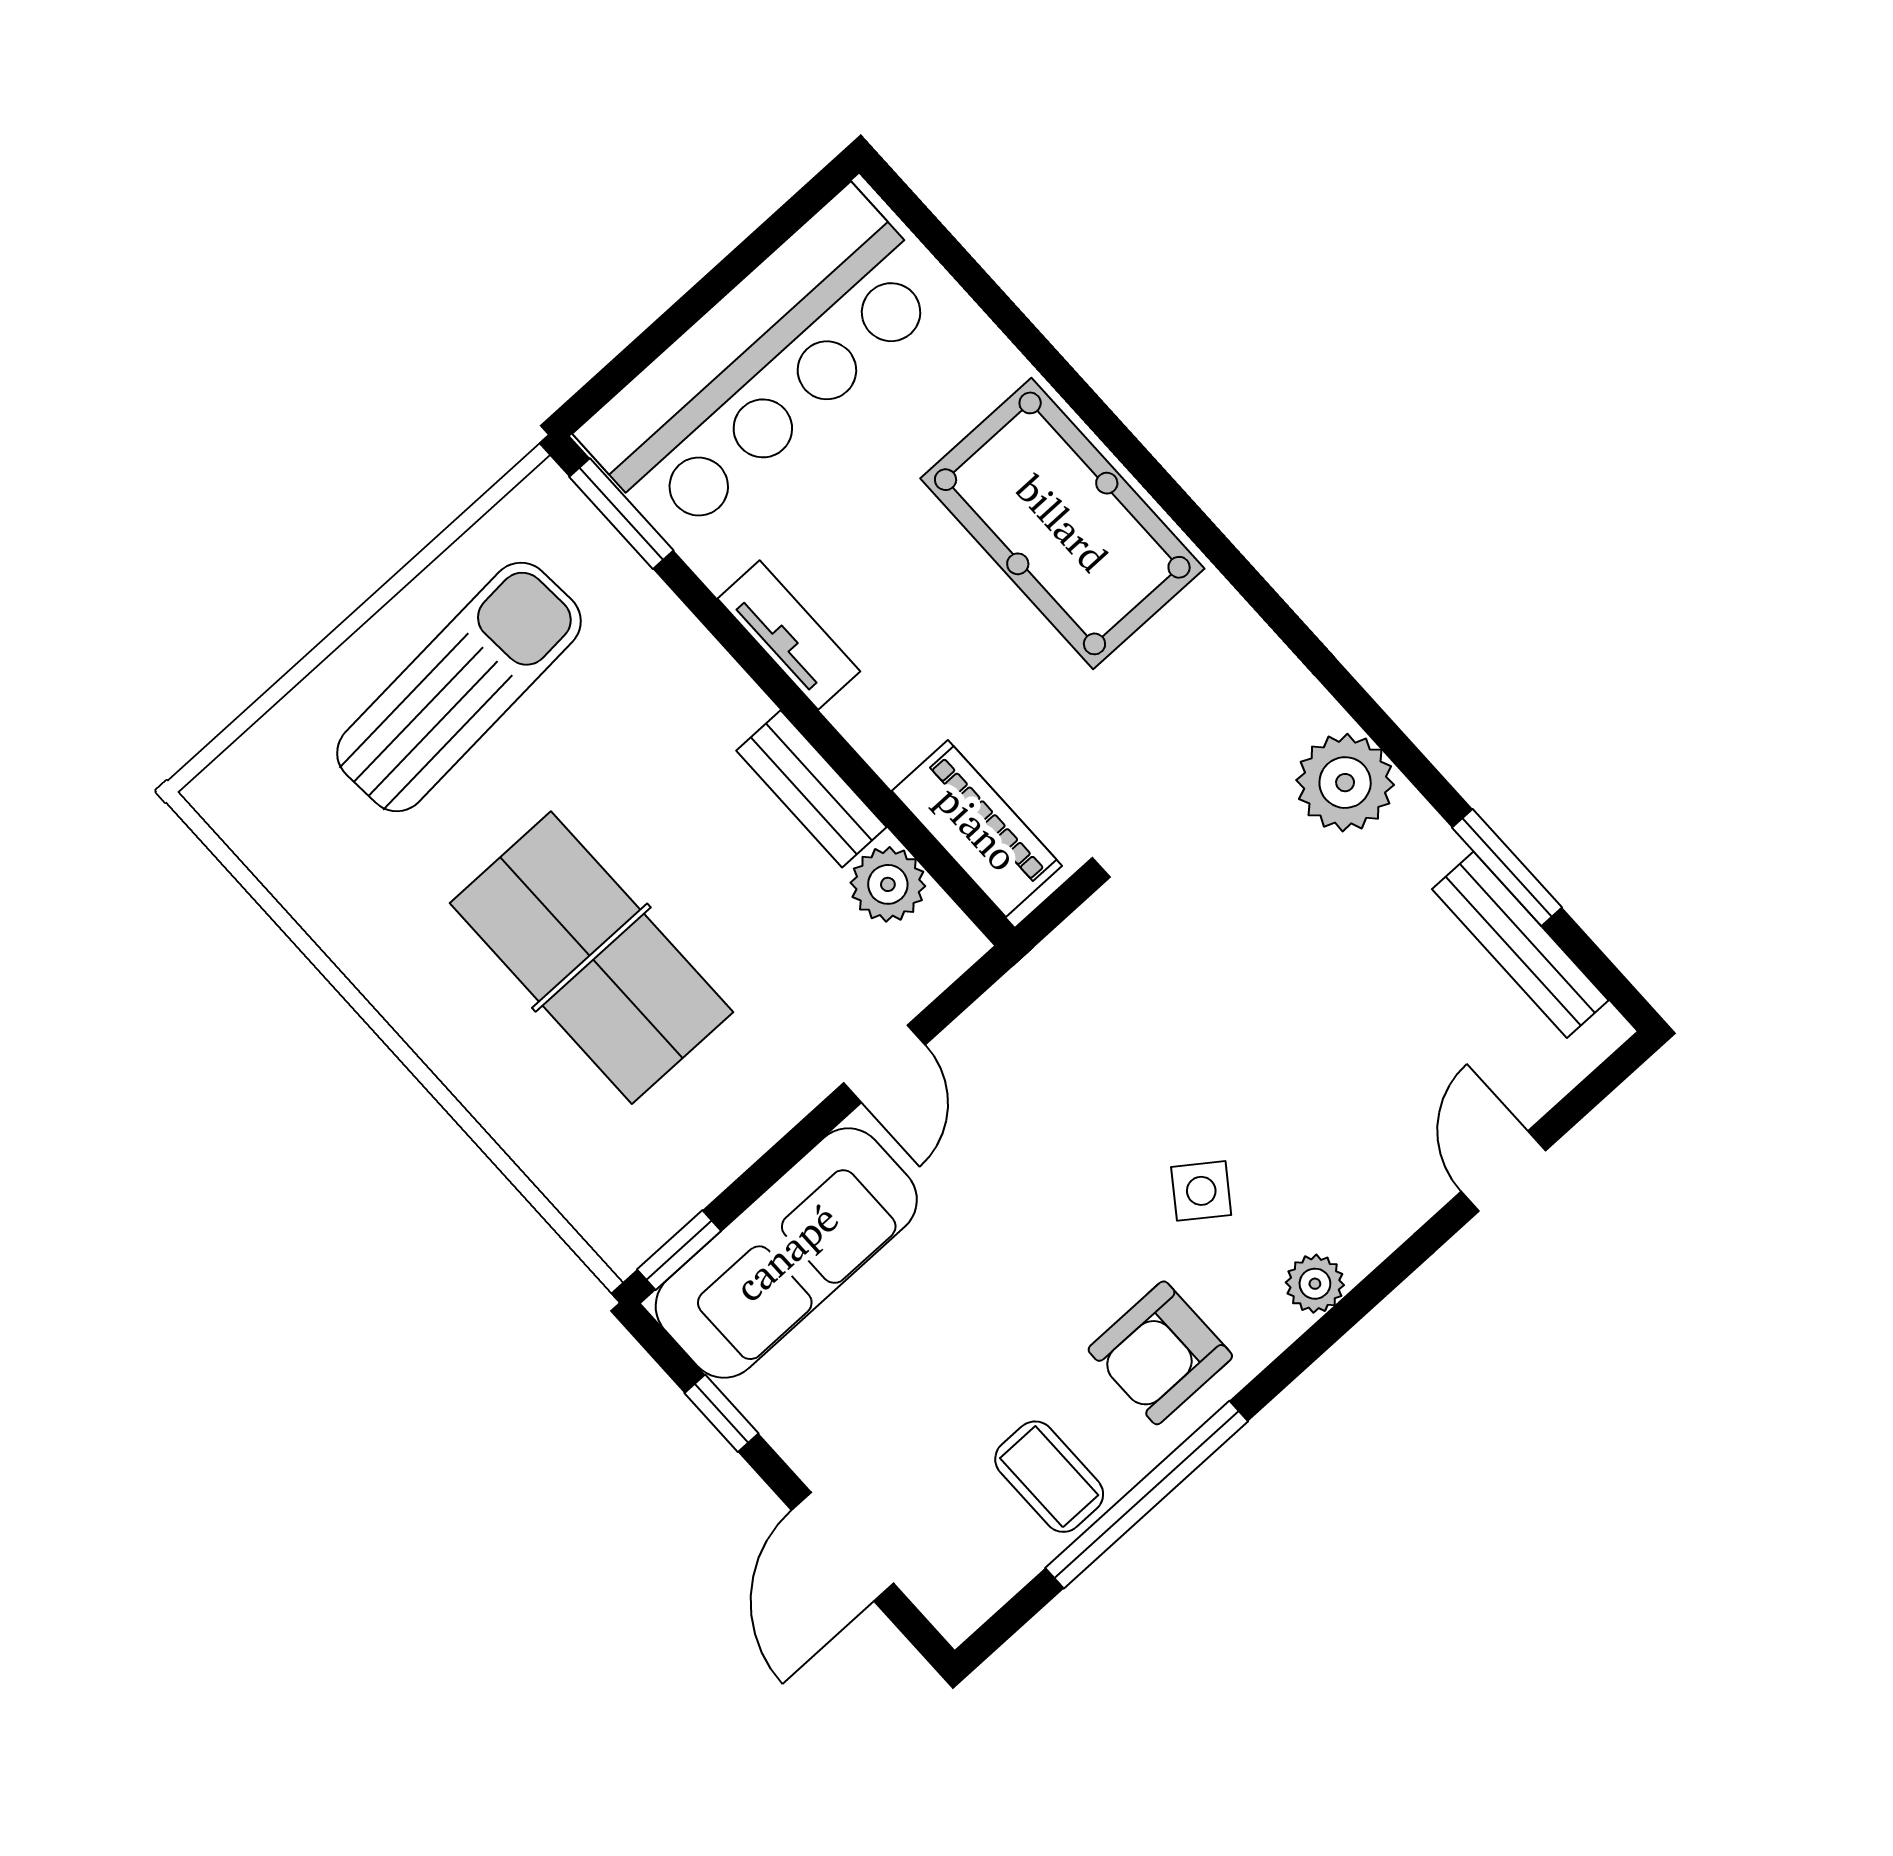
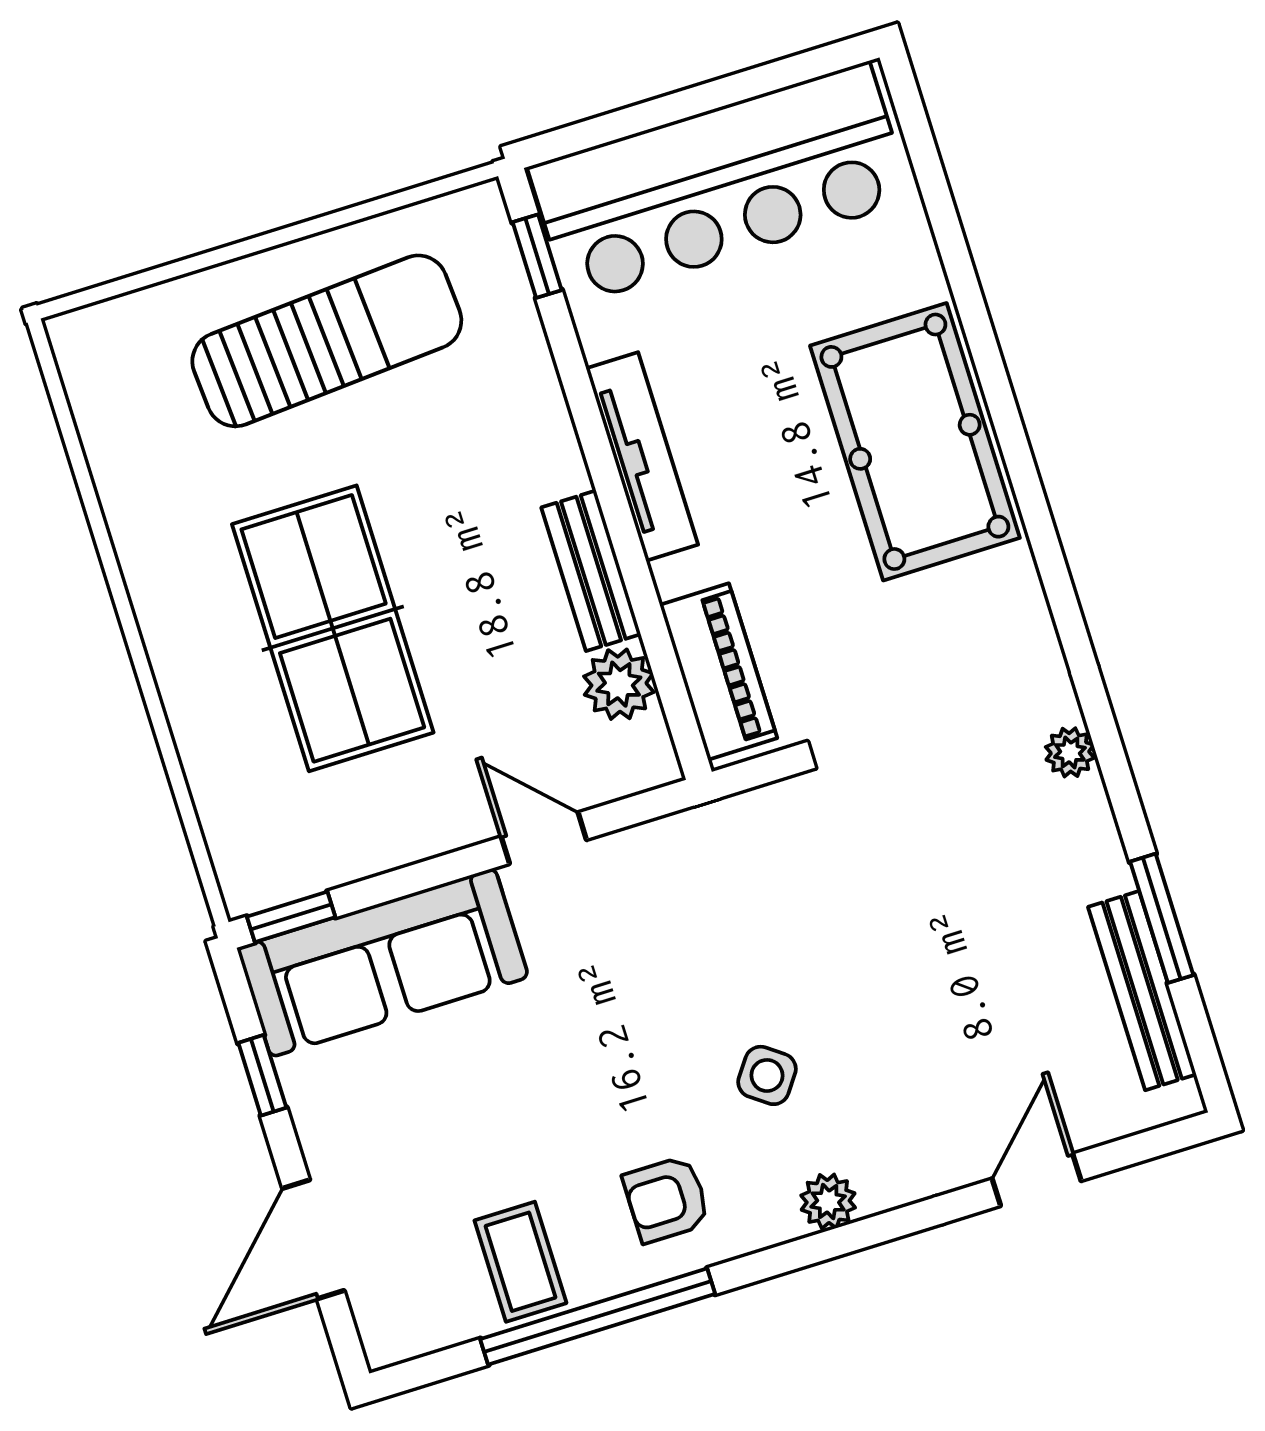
window: (621, 514) -> (537, 256), width x0.67
tv unit: (789, 635) -> (642, 456), width x1.41
plant: (1345, 783) -> (1070, 752), width x0.53, depth x0.53
door: (884, 1064) -> (544, 838), swing flipped
armchair: (1160, 1353) -> (666, 1199), width x0.72, depth x0.72

